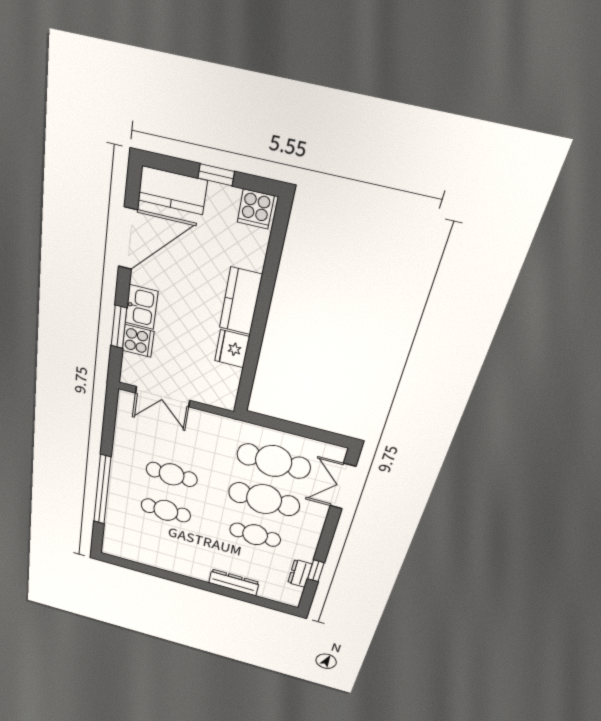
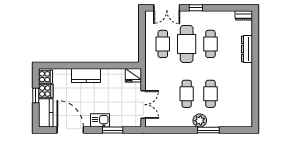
cooker: (138, 341) -> (46, 91), moved, turned 90
fridge: (232, 349) -> (133, 75), moved
cafe table: (274, 461) -> (163, 44), width x0.73, depth x0.74
plant: (121, 482) -> (200, 121), added
window: (102, 490) -> (208, 130), width x0.47
window: (316, 571) -> (196, 8), moved
dresser: (300, 573) -> (244, 15), moved

